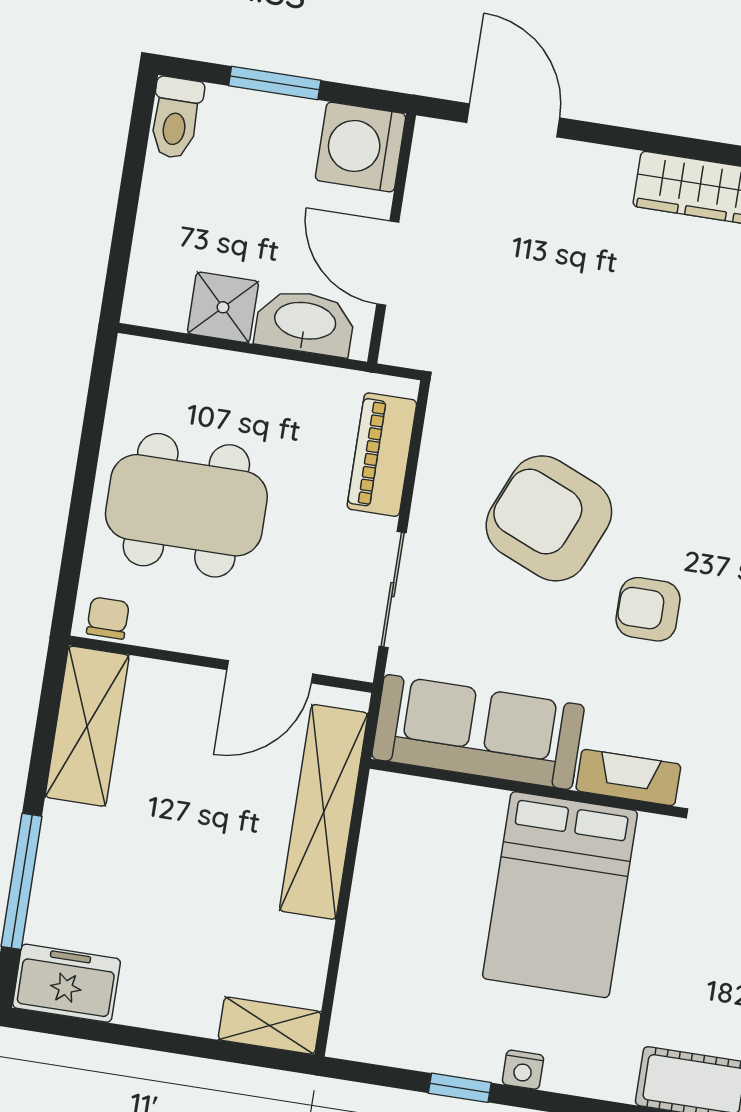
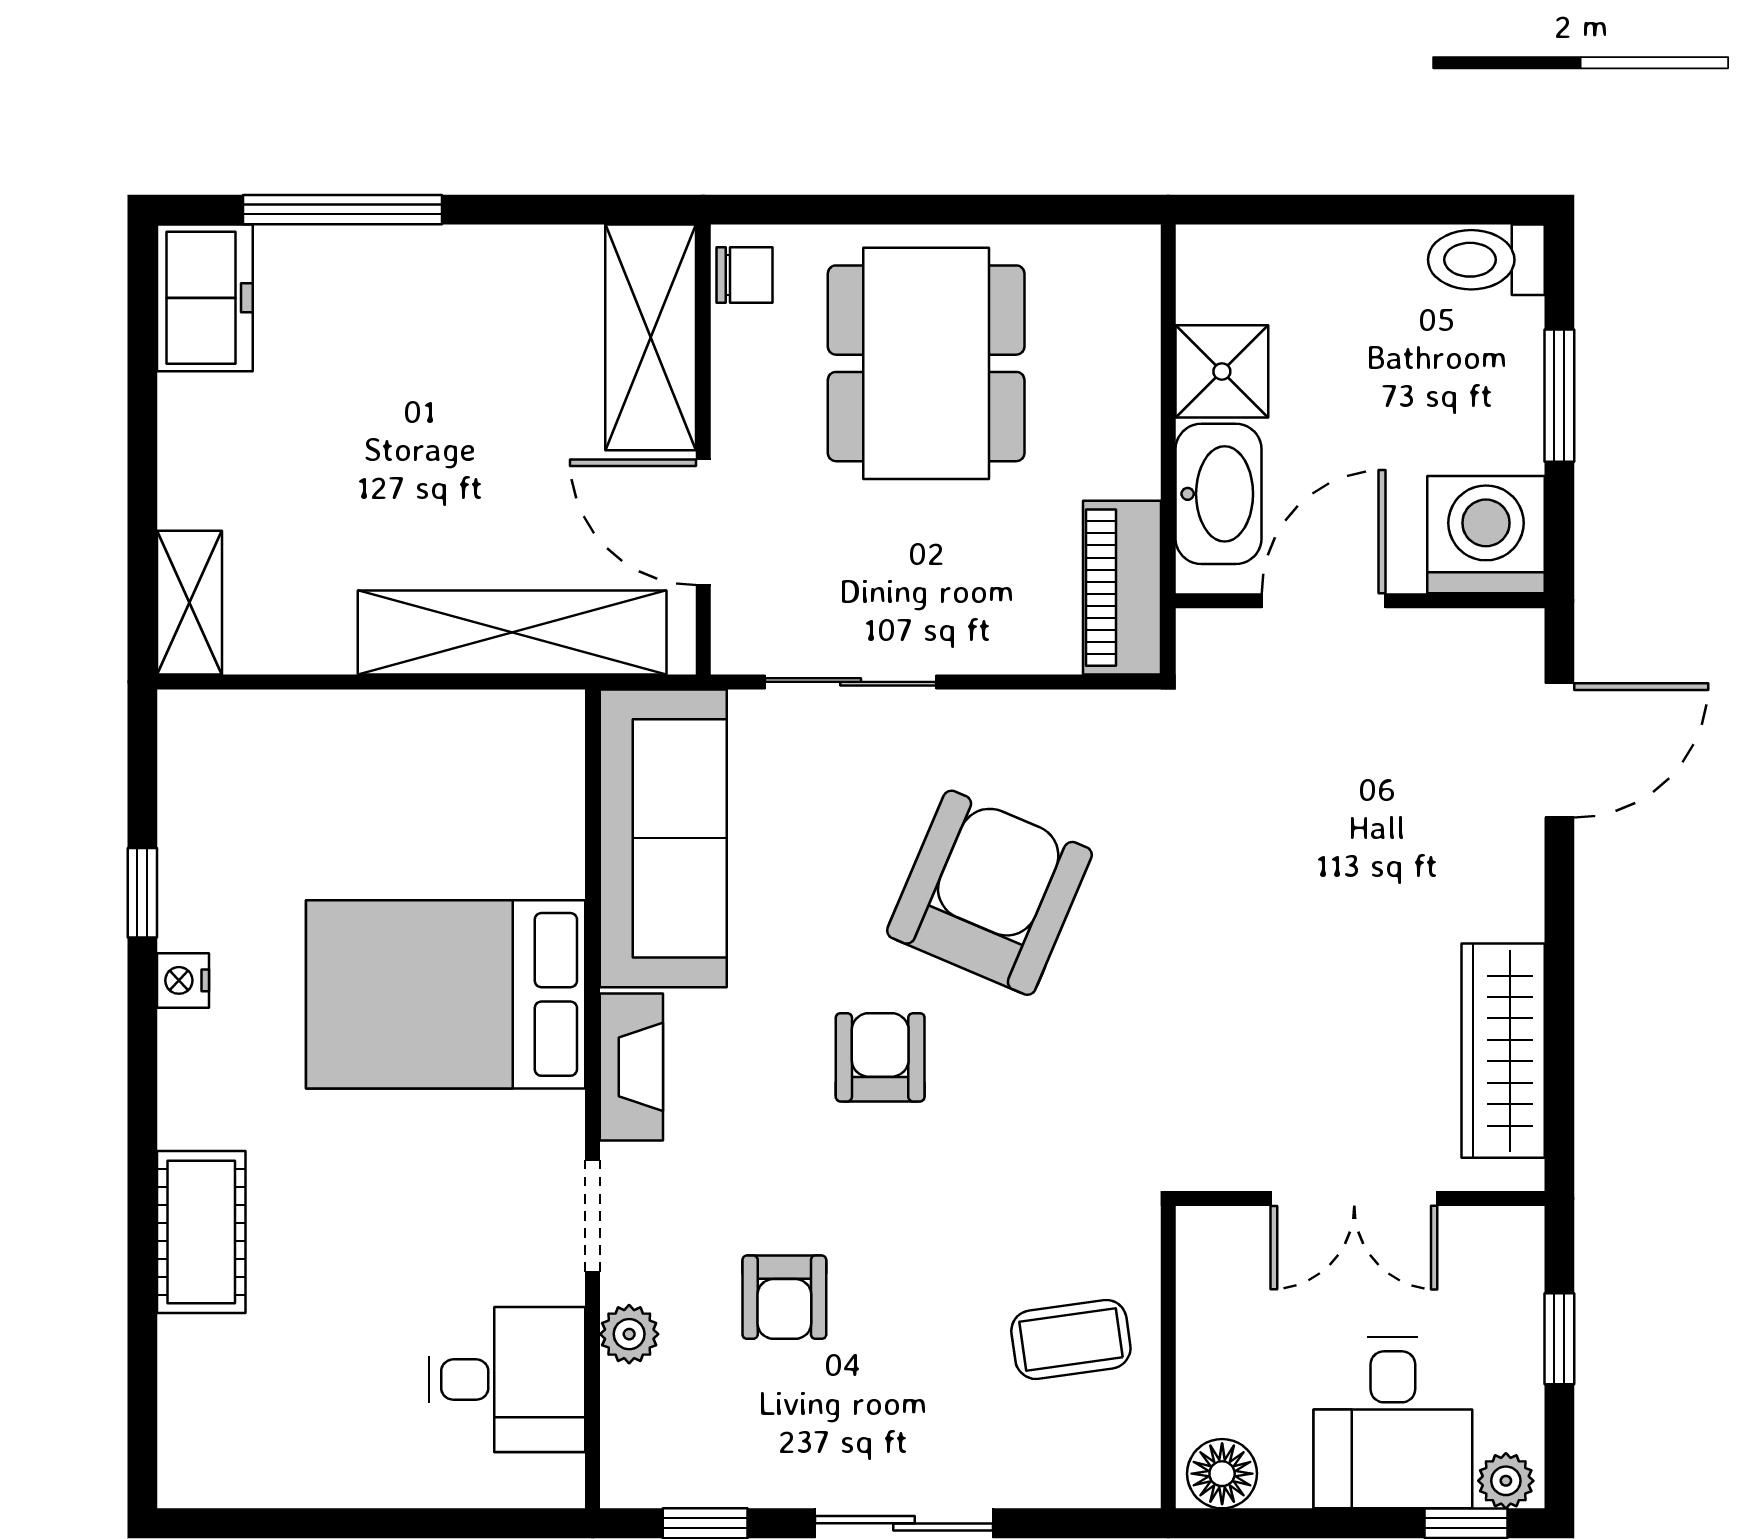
piano: (382, 455) -> (1122, 588), moved, turned -90
shelving: (87, 726) -> (651, 337), moved, turned 90

